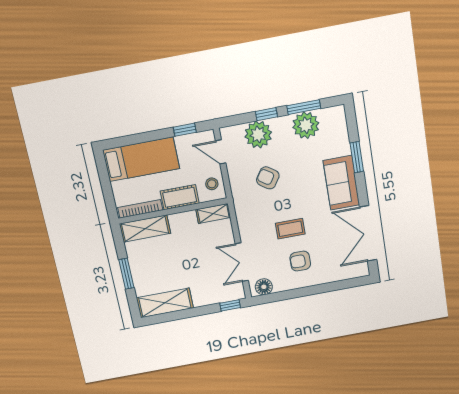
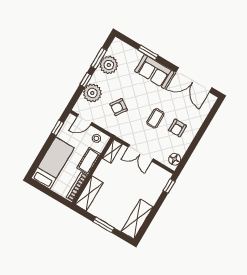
double door: (242, 262) -> (141, 153), moved

